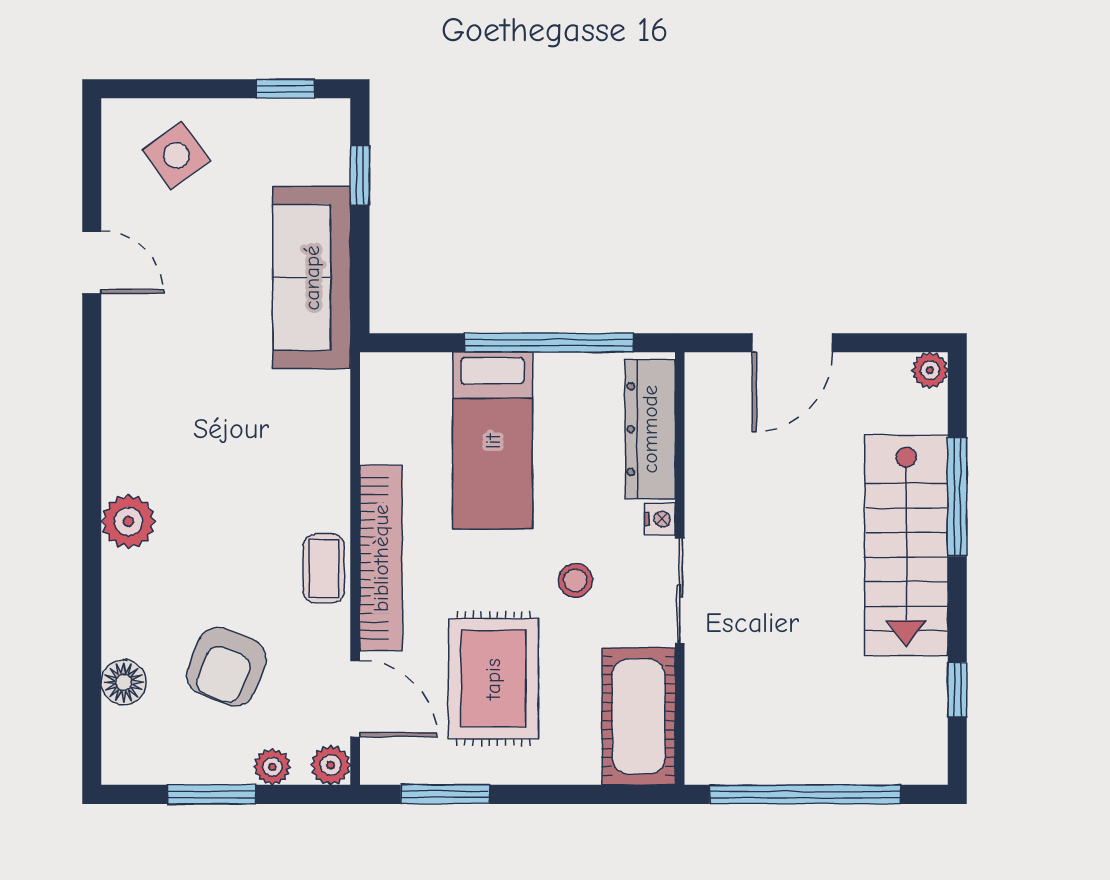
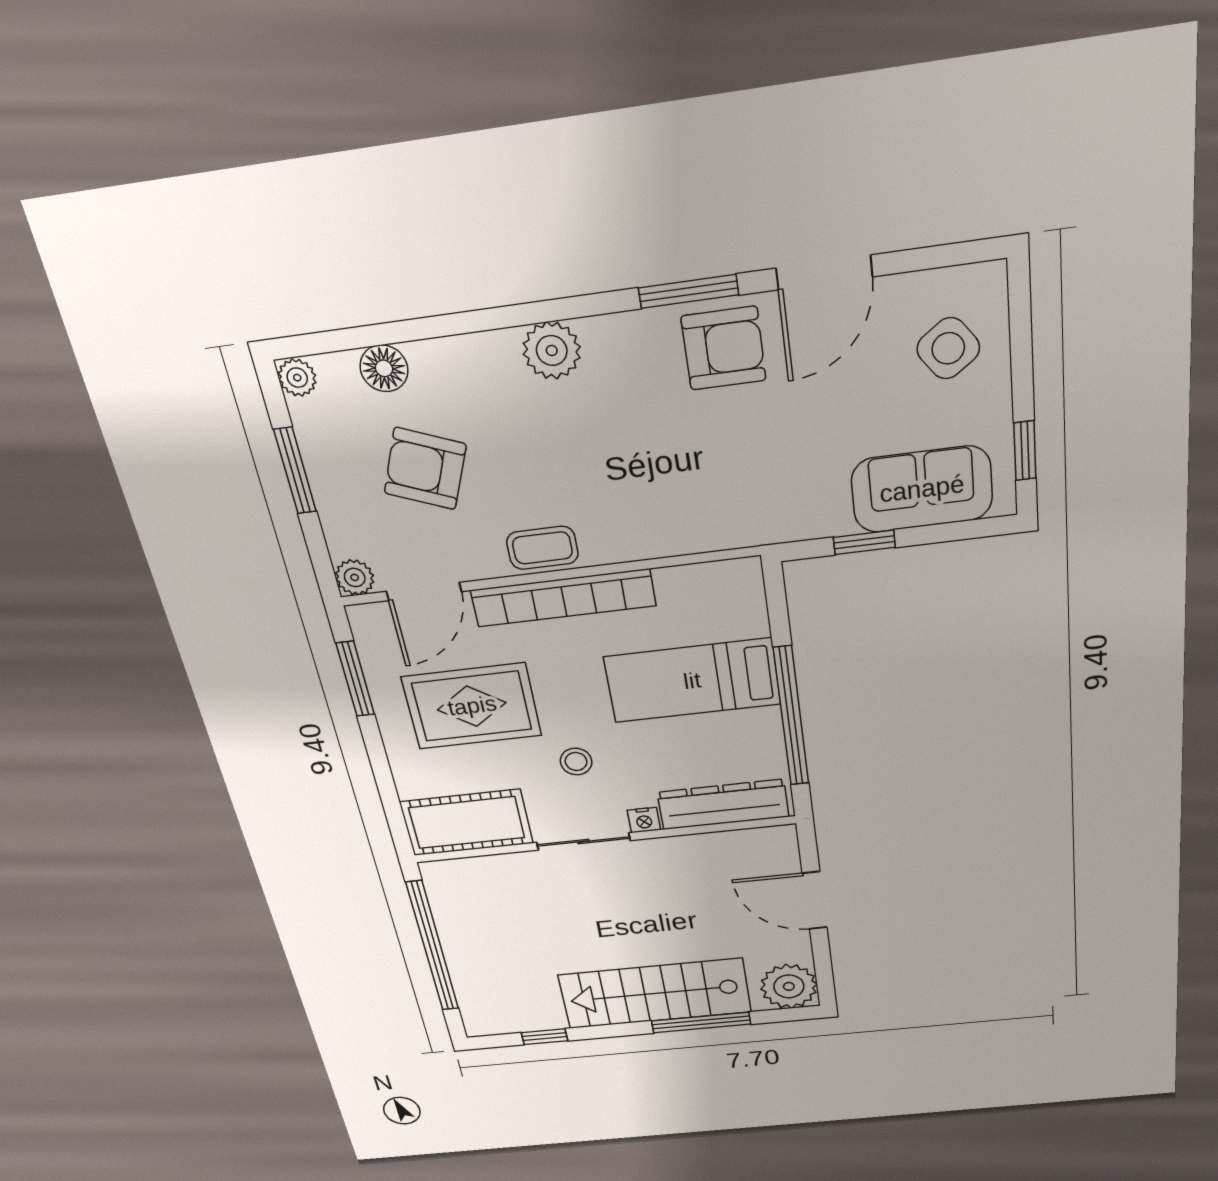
window: (360, 175) -> (864, 542), moved
door: (92, 262) -> (824, 272), width x1.38
sofa: (312, 278) -> (922, 489), moved, width x0.73
armchair: (148, 362) -> (724, 348), added
plant: (930, 370) -> (789, 986), width x1.88, depth x1.88
window: (92, 387) -> (688, 291), added
plant: (272, 767) -> (297, 378), moved

